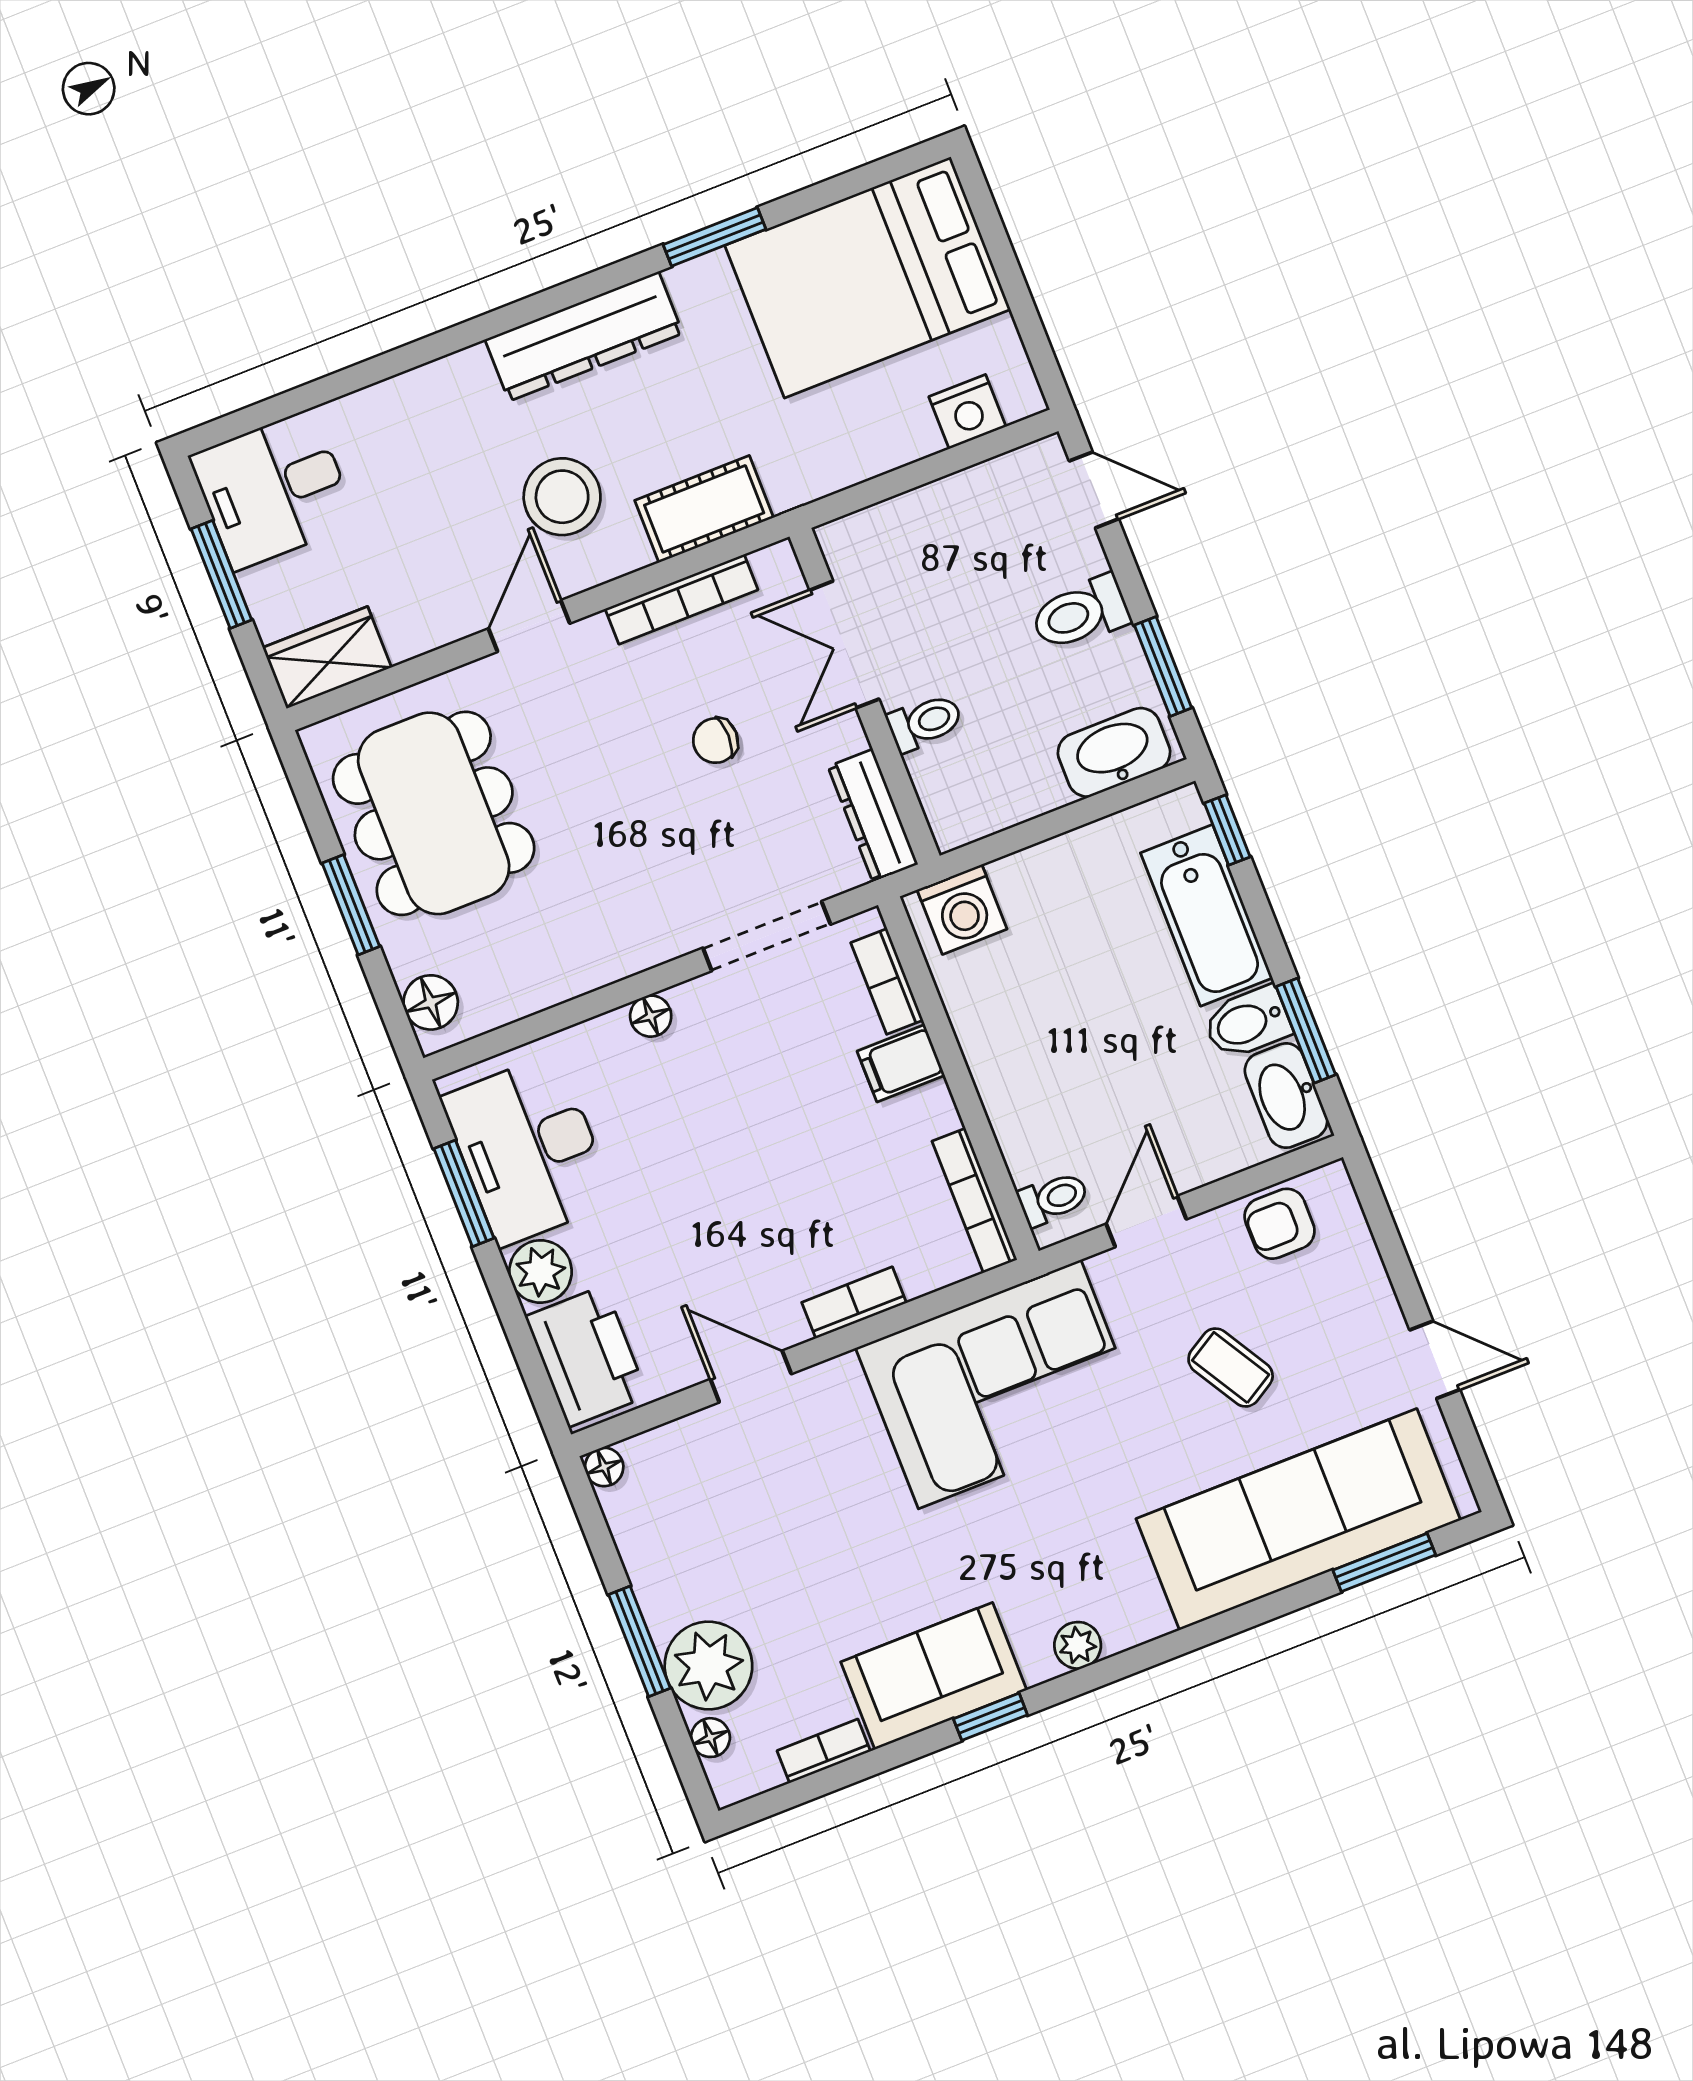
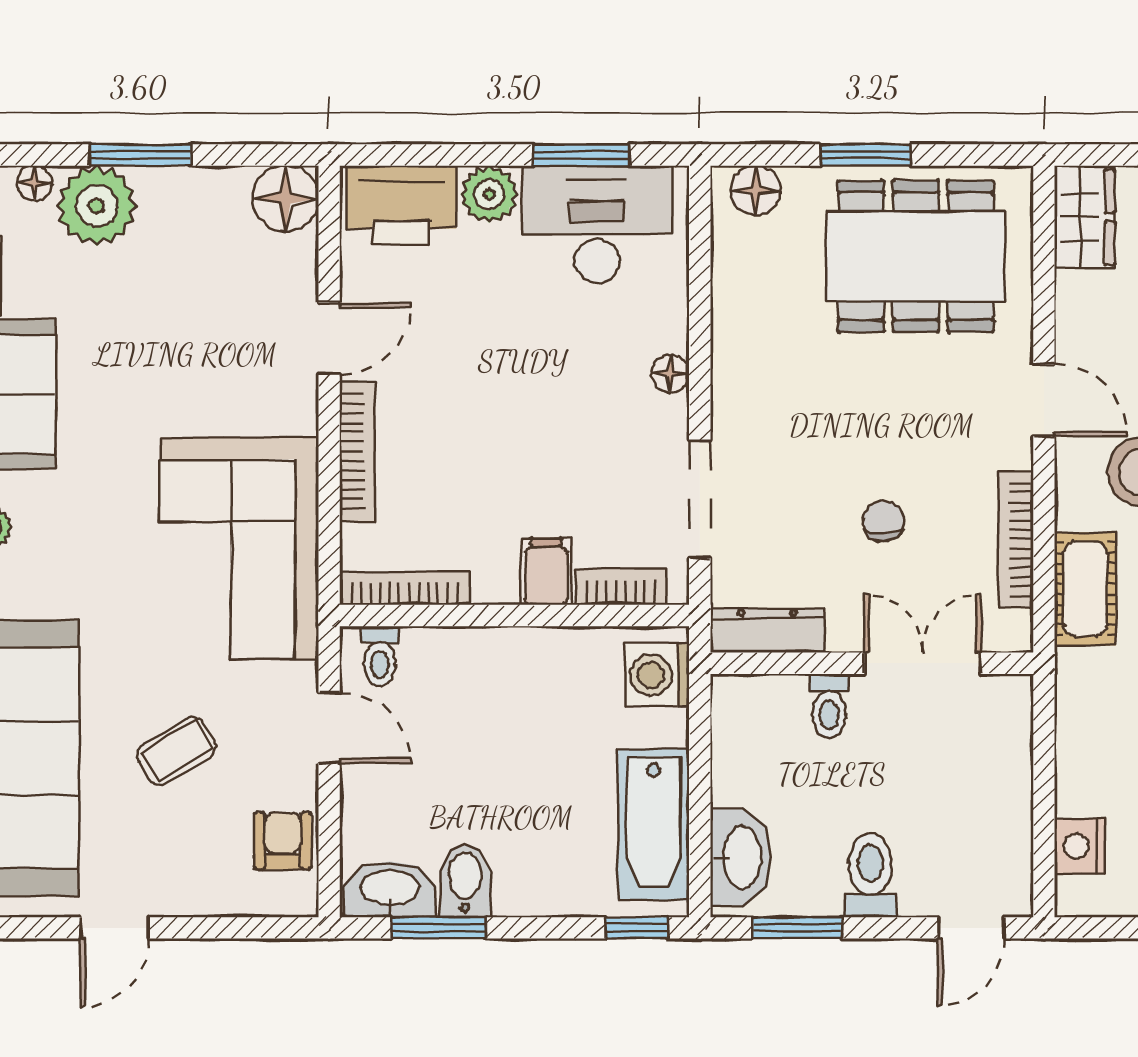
bathtub: (1207, 915) -> (654, 824), moved, turned -90
bookcase: (854, 1303) -> (358, 451), width x1.56
floor lamp: (604, 1467) -> (285, 199), width x1.89, depth x1.89

